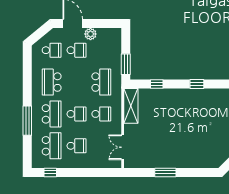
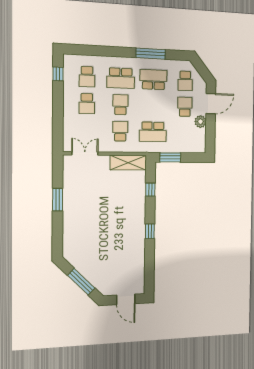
school desk: (76, 50) -> (185, 107), turned 180
school desk: (76, 114) -> (120, 105), turned 180
school desk: (101, 114) -> (120, 131), turned 180
window: (27, 121) -> (151, 54), moved
school desk: (52, 146) -> (87, 77), width x0.54

